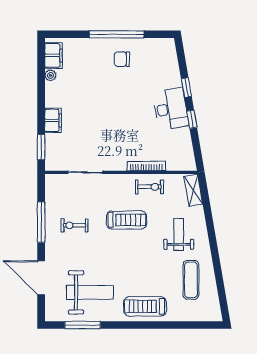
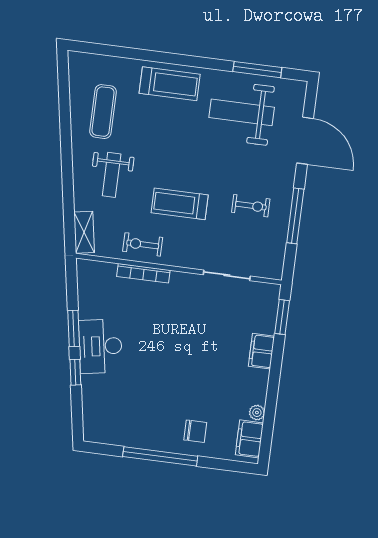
chair: (122, 59) -> (195, 431), moved
window: (192, 119) -> (74, 328), width x1.50

